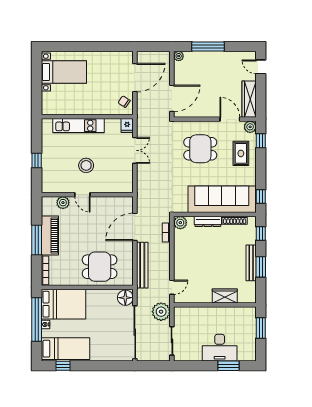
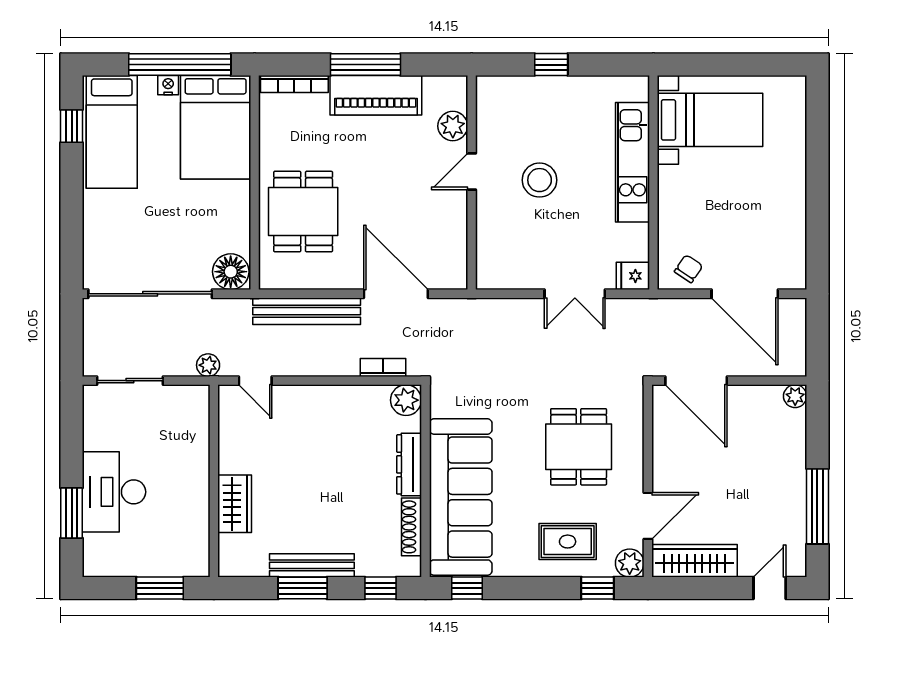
window: (208, 46) -> (817, 506), moved
bed with nightstands: (64, 72) -> (710, 120), moved, turned -90
plant: (161, 312) -> (208, 365), width x0.53, depth x0.53

